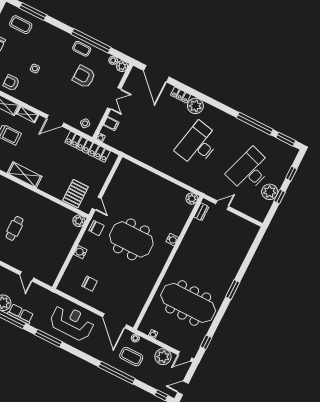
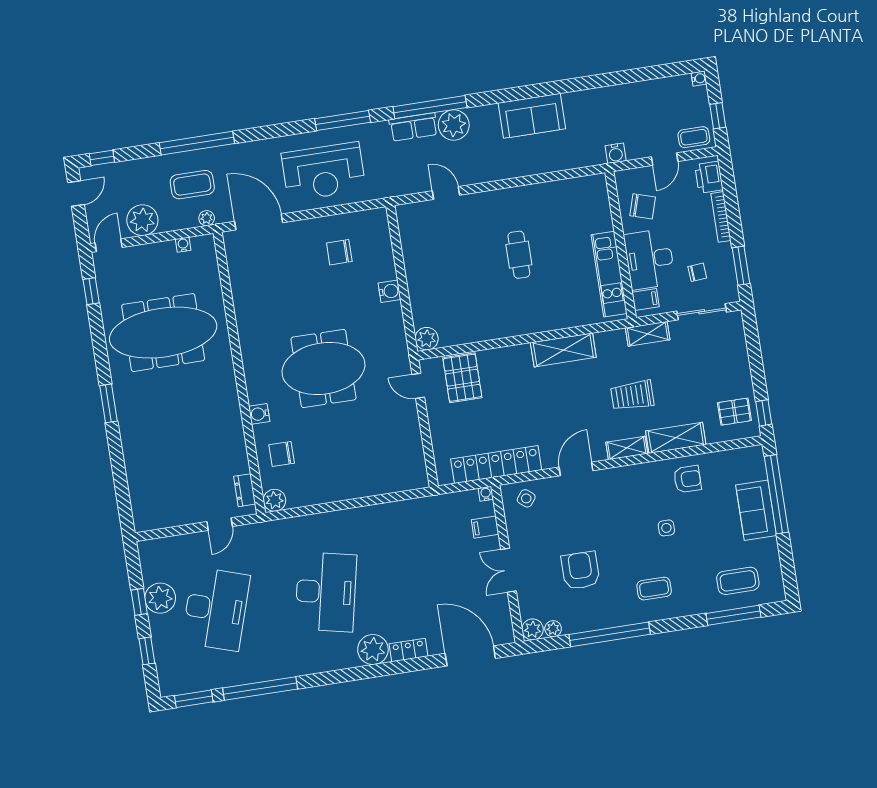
coffee table: (82, 49) -> (654, 589), moved
armchair: (84, 77) -> (581, 570), turned -92
chair: (96, 228) -> (282, 454), moved

